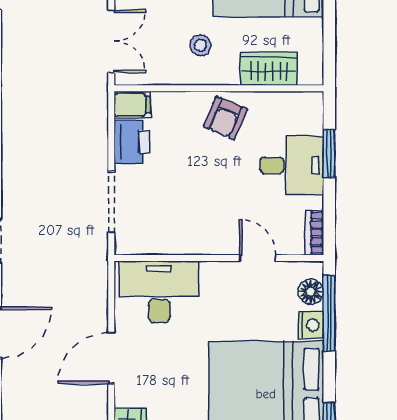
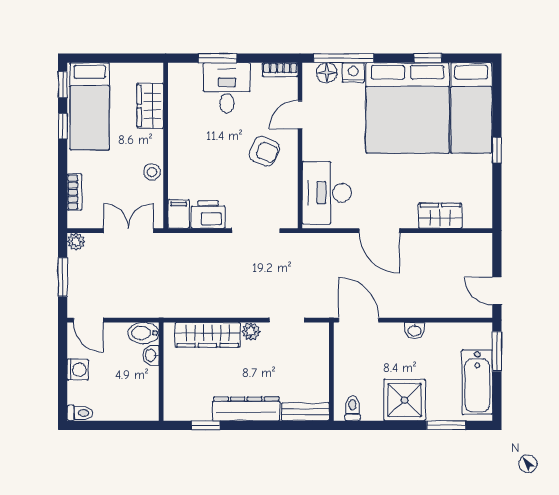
stool: (200, 45) -> (152, 172), moved
armchair: (225, 118) -> (264, 151), moved

